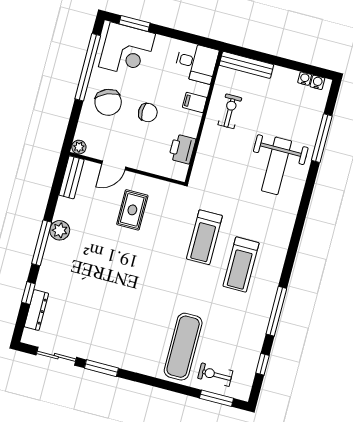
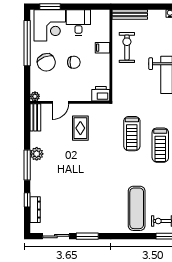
desk: (196, 63) -> (78, 22), moved, turned -90
exercise bike: (230, 111) -> (127, 47), width x1.38, depth x1.39
printer: (182, 149) -> (101, 94), moved, turned 90

